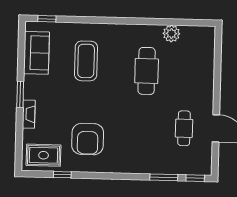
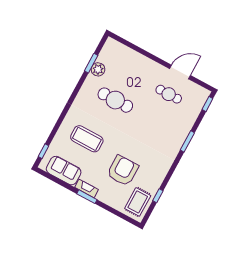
window: (175, 22) -> (91, 63), added
fireplace: (29, 114) -> (87, 188), moved
armchair: (88, 139) -> (123, 171), moved, turned -90
window: (164, 177) -> (187, 141), moved

